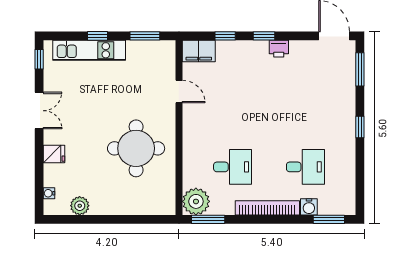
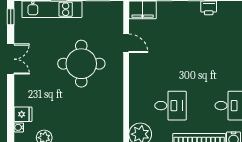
round table: (136, 148) -> (81, 64), moved
fridge: (54, 154) -> (23, 114), moved

